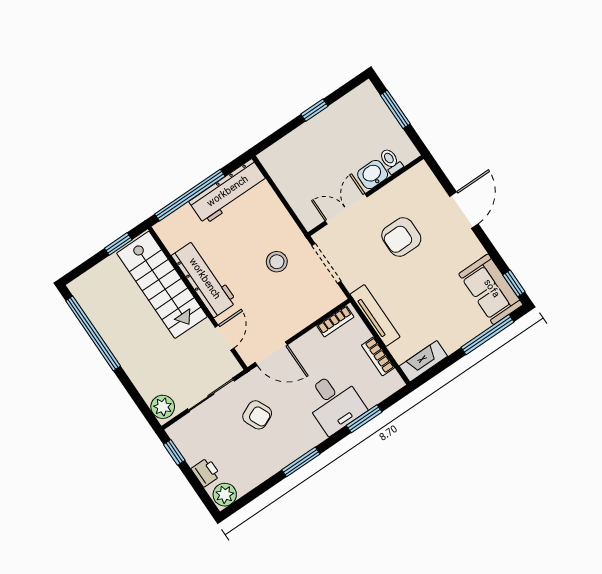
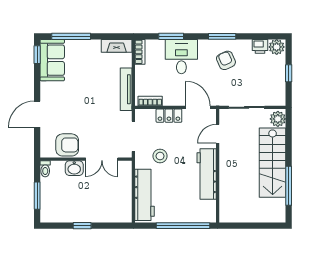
toilet: (391, 161) -> (45, 169), moved
workbench: (228, 192) -> (144, 195), moved, turned 90
armchair: (401, 237) -> (67, 145), moved
window: (118, 244) -> (241, 226), removed
stairs: (162, 285) -> (273, 163), moved, turned 180
locker: (300, 319) -> (169, 116), added
window: (93, 333) -> (289, 186), width x0.68
bookcase: (378, 356) -> (140, 52), moved
armchair: (257, 415) -> (226, 60), moved
window: (174, 452) -> (289, 73), moved
printer: (206, 472) -> (260, 46), moved, turned -90

